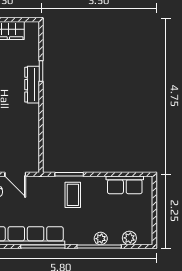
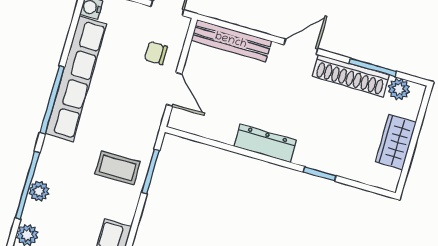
dresser: (32, 85) -> (265, 143), moved
door: (15, 174) -> (174, 89), swing flipped

